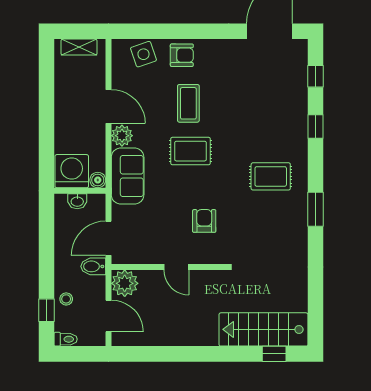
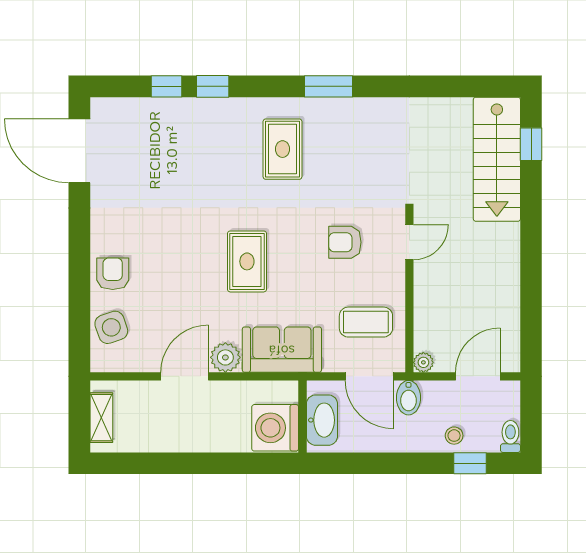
window: (316, 76) -> (167, 86), moved
coffee table: (188, 103) -> (366, 322), moved
boiler: (98, 180) -> (288, 391), removed
washbasin: (77, 201) -> (322, 420), width x1.91, depth x1.45
door: (176, 267) -> (409, 242), moved
plant: (125, 283) -> (423, 362), width x0.53, depth x0.53

